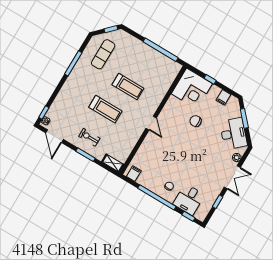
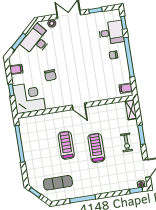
door: (151, 123) -> (79, 106), swing flipped

